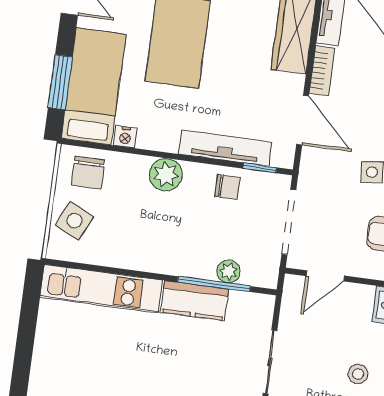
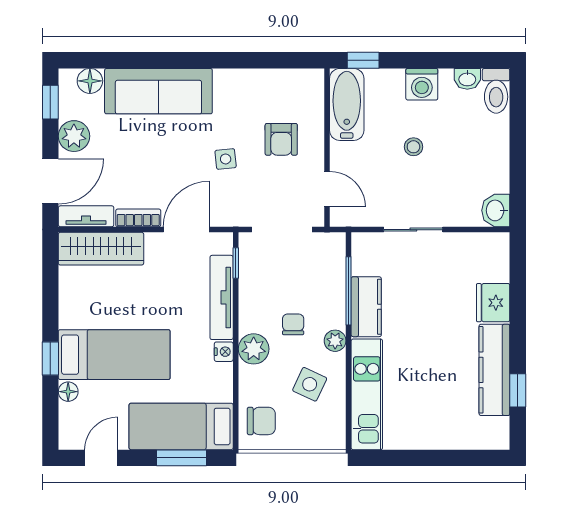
nightstand: (125, 137) -> (224, 352), moved
chair: (227, 187) -> (293, 324), moved
side table: (74, 221) -> (310, 384), moved
plant: (229, 271) -> (335, 341), moved

